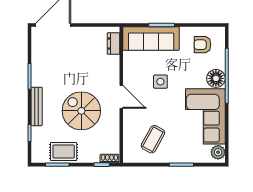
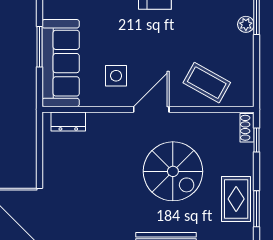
side table: (160, 82) -> (116, 76), moved
spiral stairs: (81, 111) -> (173, 171), turned -90
coffee table: (153, 139) -> (207, 83), moved
plant: (176, 158) -> (246, 24), added

